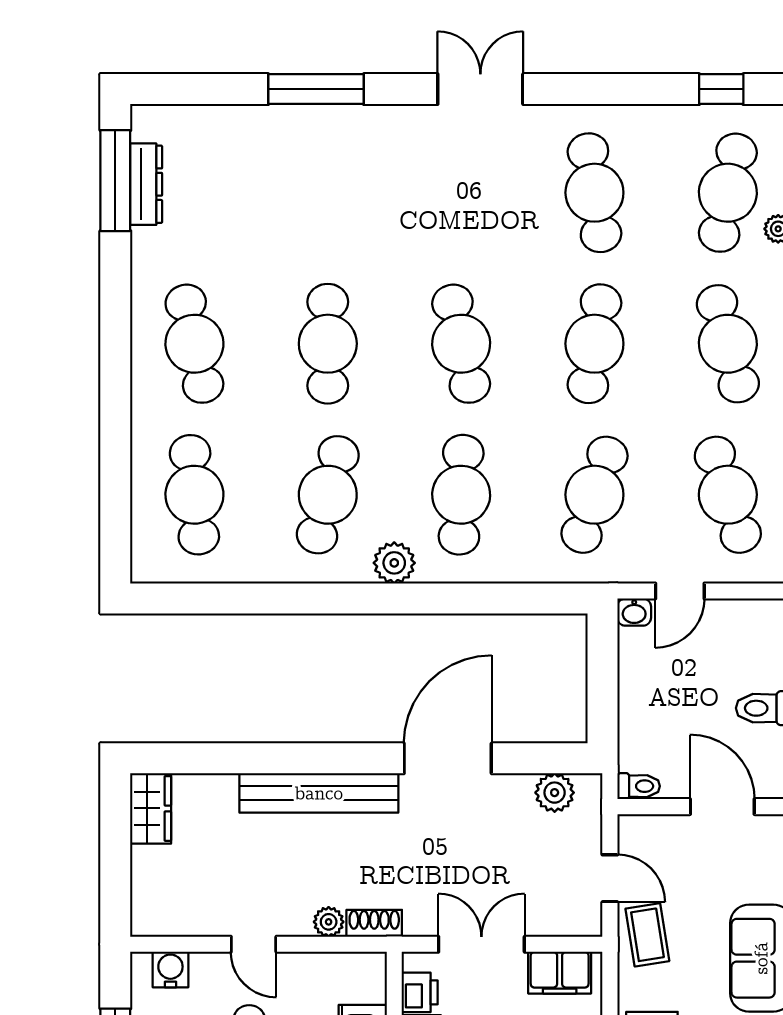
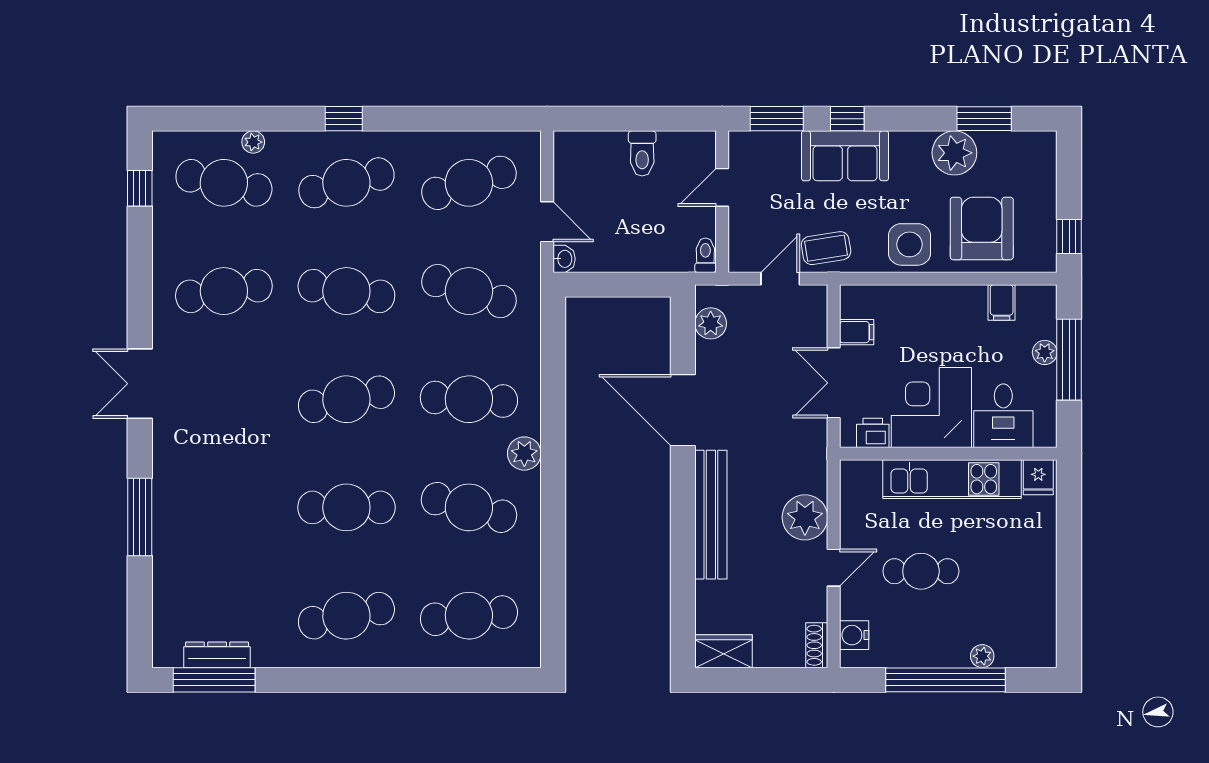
door: (722, 807) -> (722, 187), width x0.73
plant: (329, 922) -> (805, 517), width x1.87, depth x1.87
shoe rack: (374, 923) -> (817, 645), moved
filing cabinet: (560, 973) -> (857, 332), width x0.50

